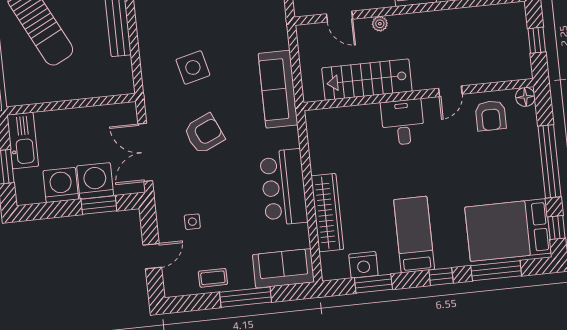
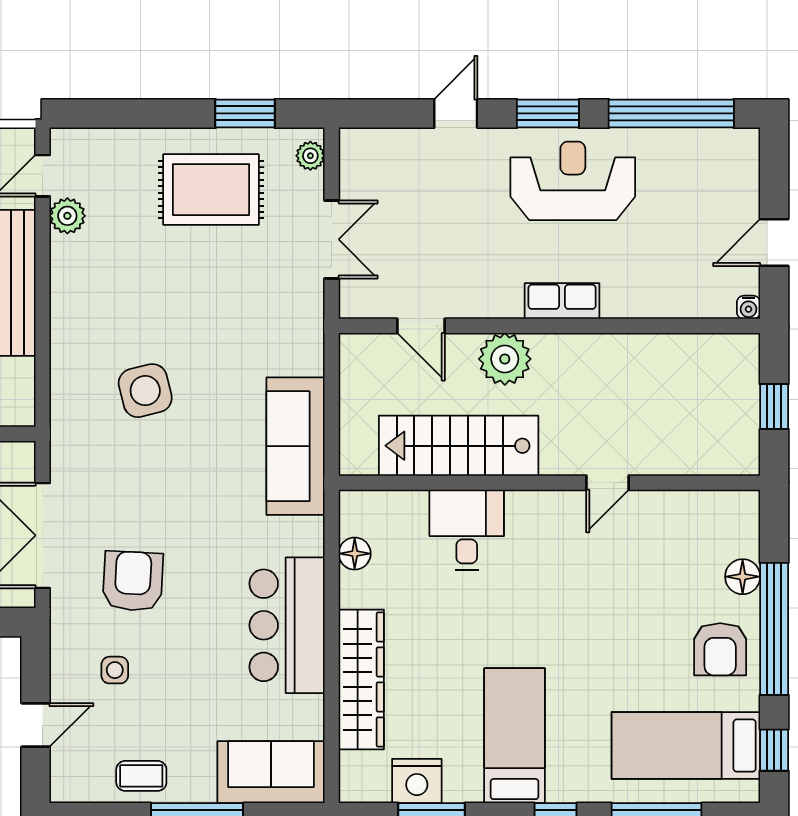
plant: (380, 24) -> (505, 359), width x1.88, depth x1.88
floor lamp: (525, 97) -> (743, 577), moved
armchair: (491, 116) -> (720, 649), moved
desk: (403, 122) -> (467, 530), moved
armchair: (204, 134) -> (133, 581), moved, turned -63
floor lamp: (316, 144) -> (355, 554), added
bed: (508, 230) -> (686, 746), width x0.67

